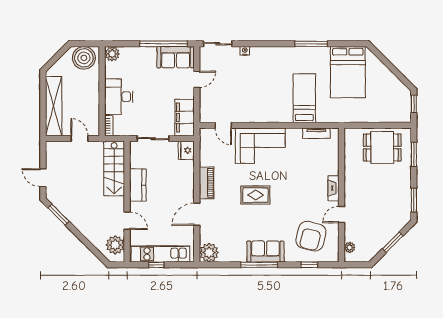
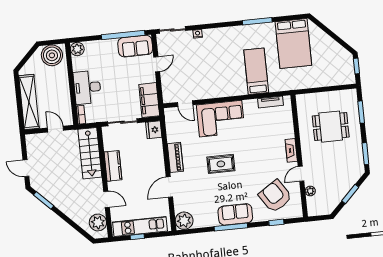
dining table: (382, 148) -> (331, 127), moved
armchair: (311, 236) -> (275, 196), turned 133
plant: (350, 247) -> (310, 191), moved

